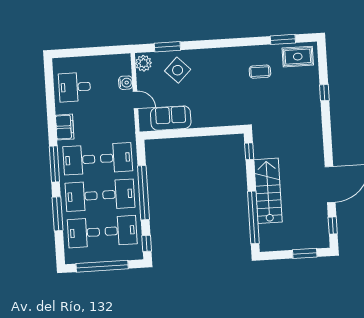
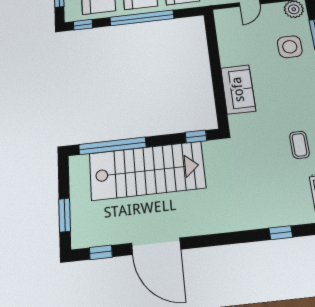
side table: (178, 70) -> (290, 47), turned 45
sofa: (171, 118) -> (238, 89), moved
stairs: (268, 191) -> (147, 171), width x1.36, depth x1.51

